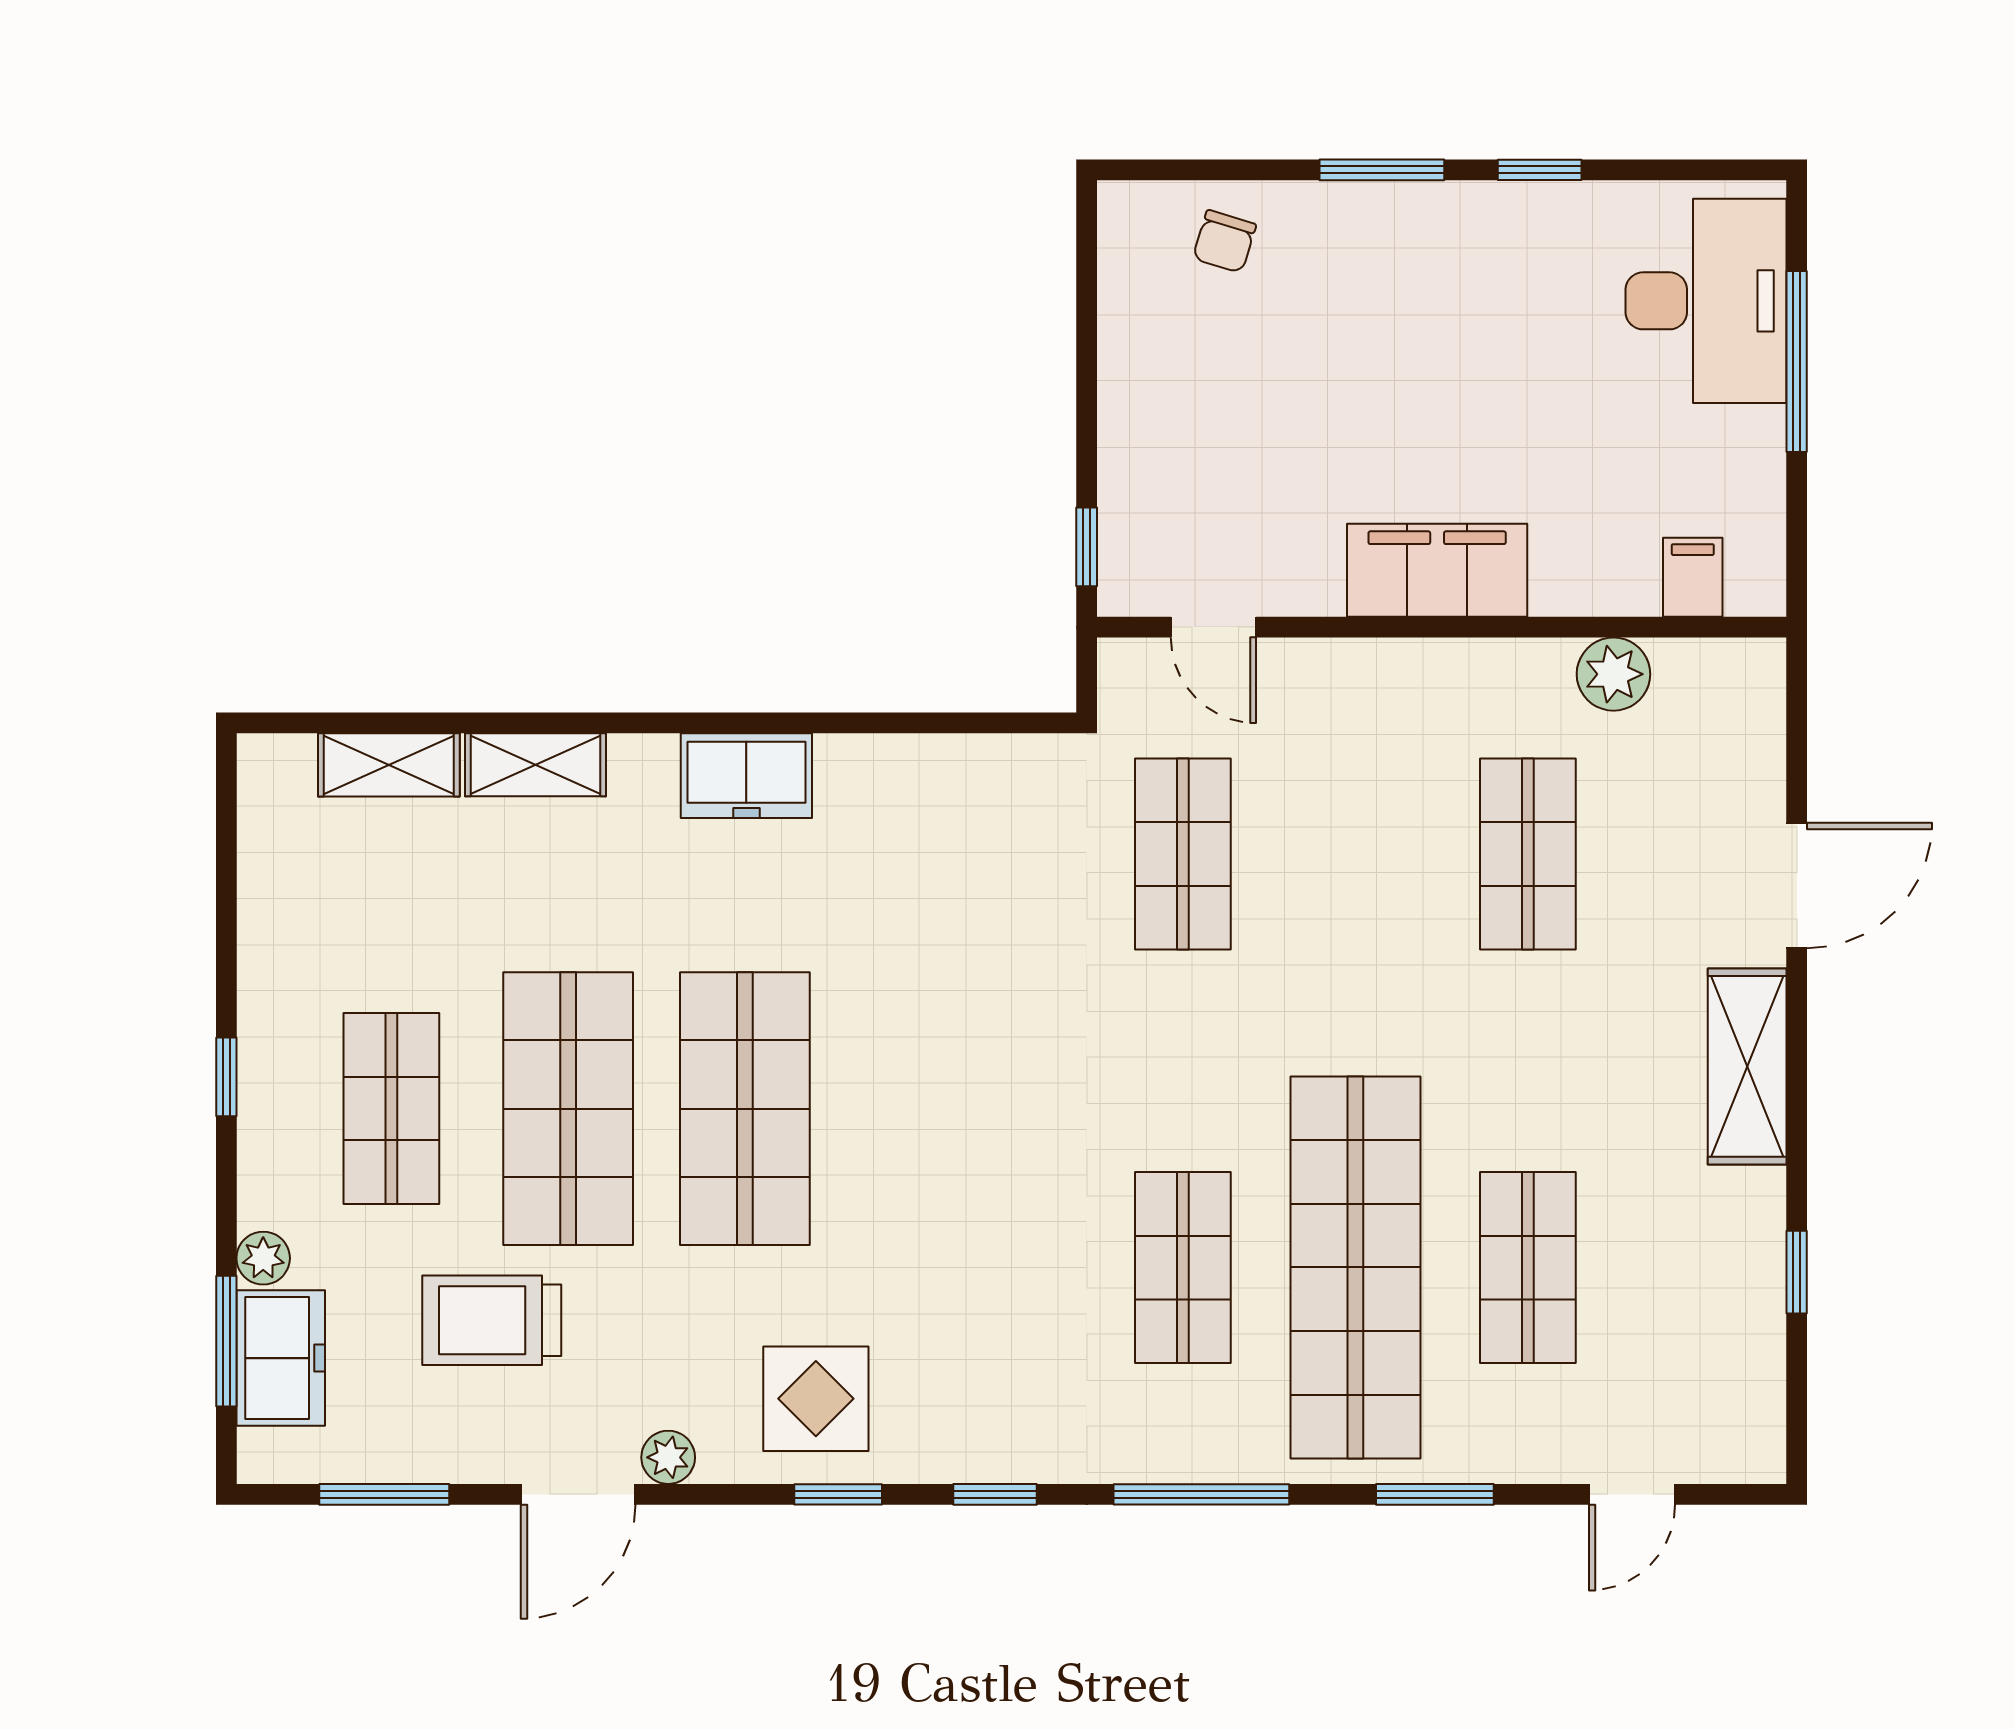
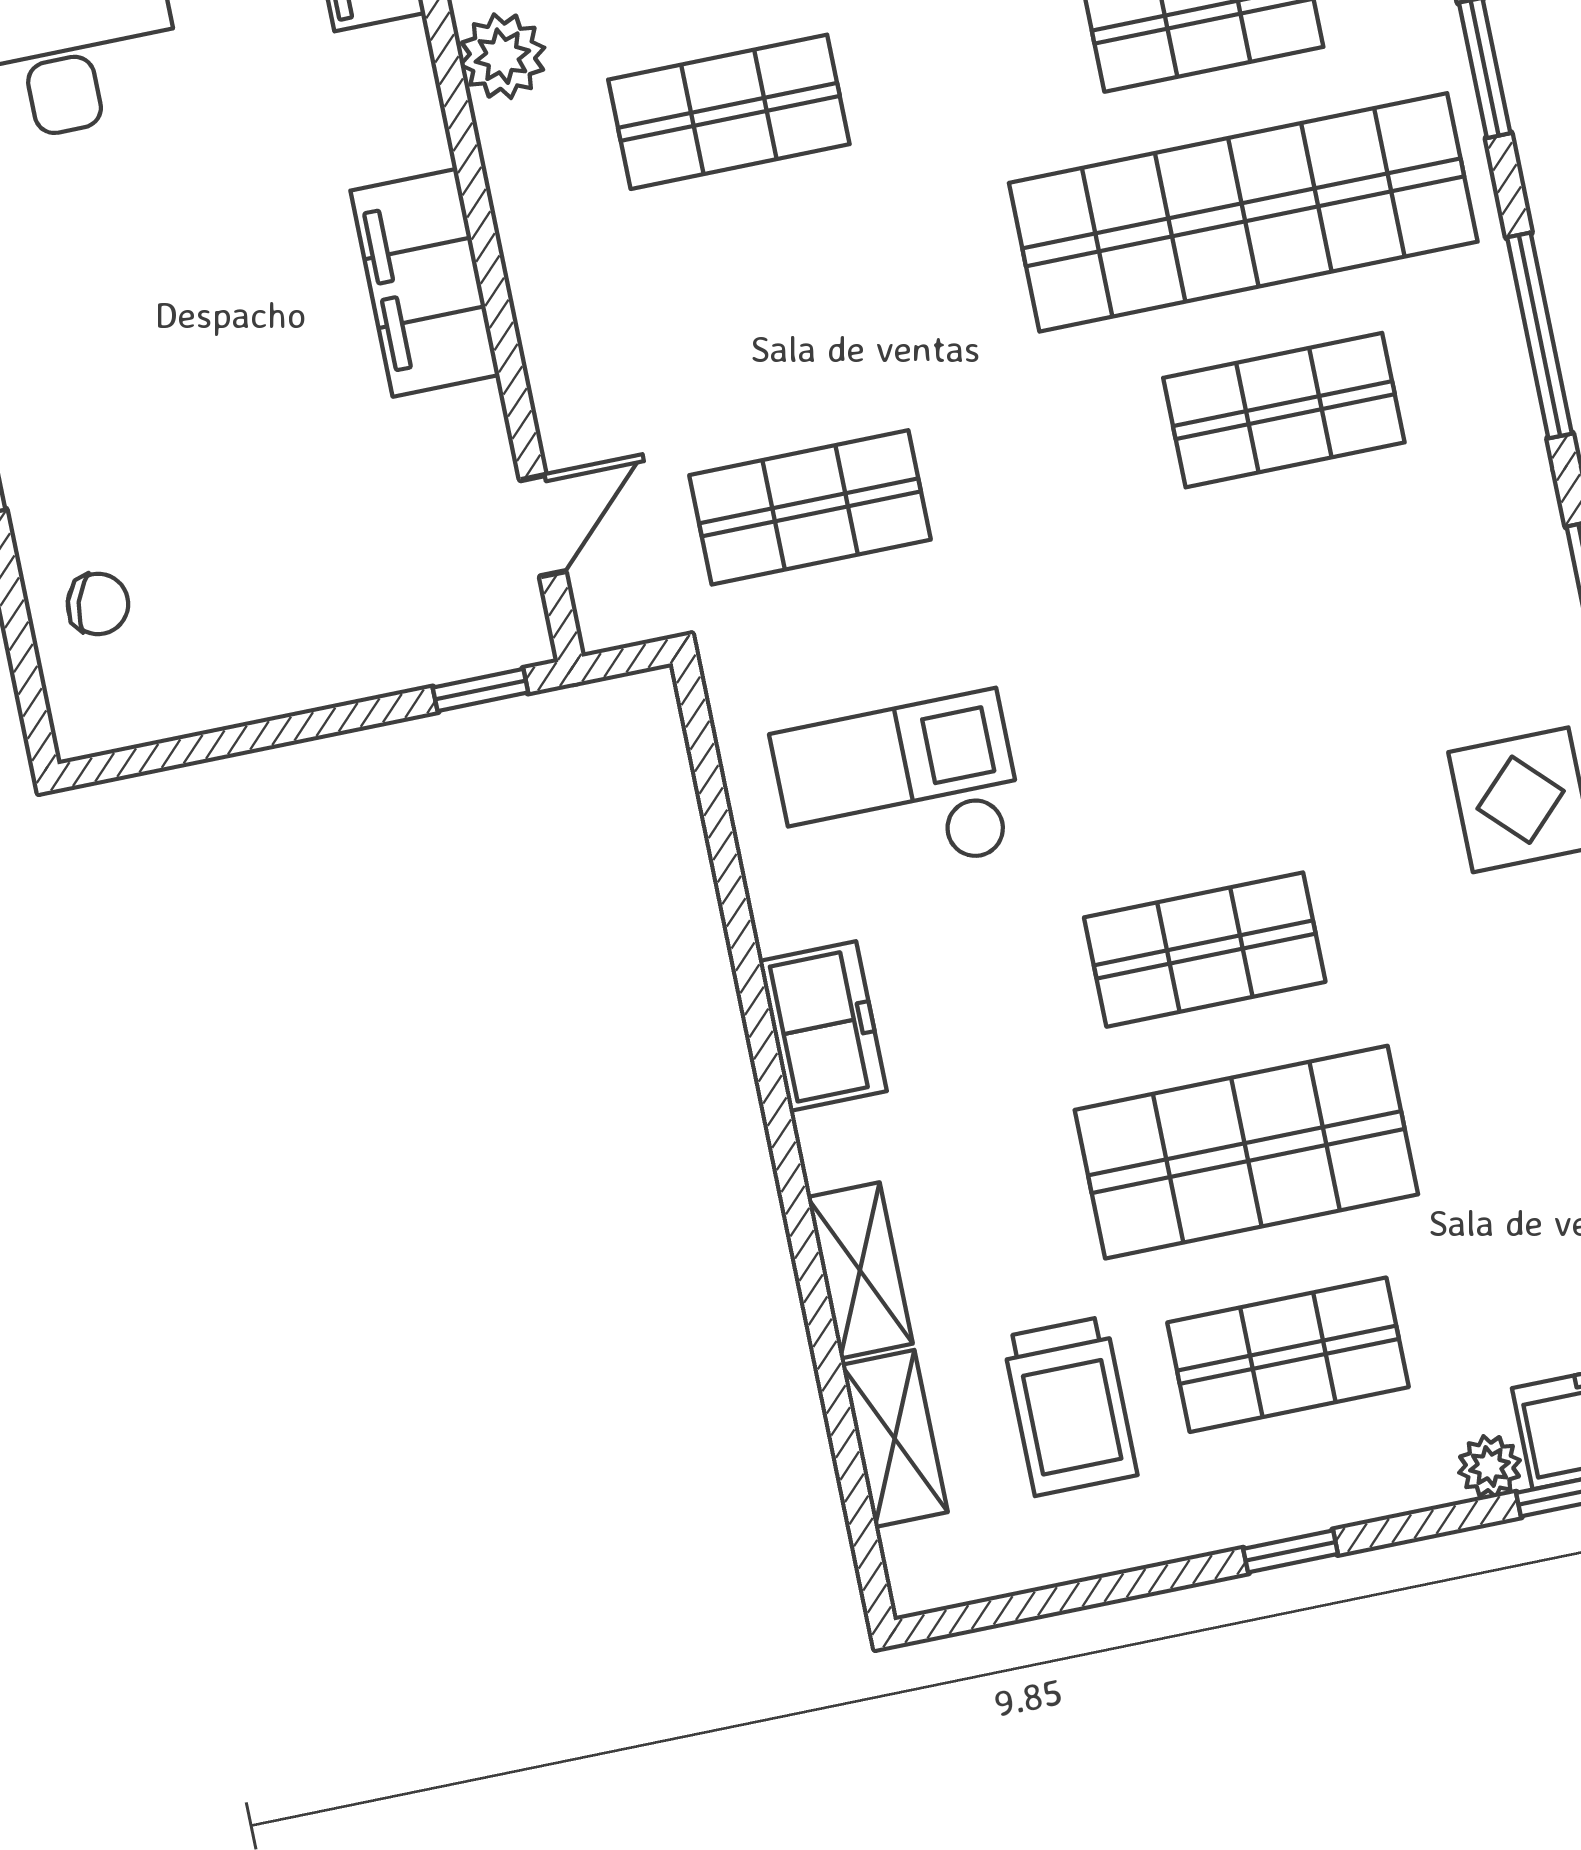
checkout: (930, 880) -> (899, 791), added
shop shelf: (745, 1109) -> (1205, 950), width x0.70, depth x0.74
trolley: (492, 1320) -> (1070, 1406), moved

